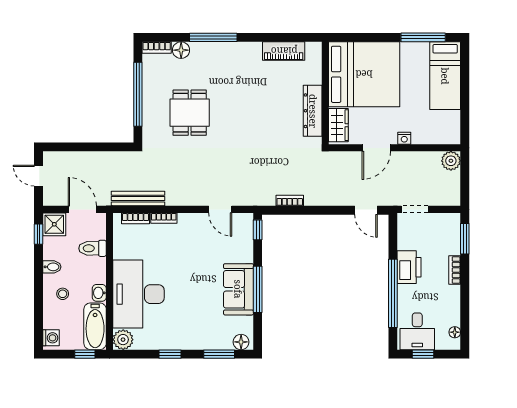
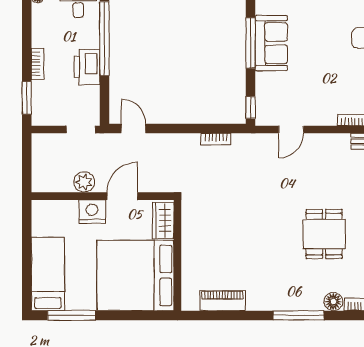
dresser: (313, 111) -> (191, 236), removed
nightstand: (404, 138) -> (92, 212), width x1.89, depth x1.79
plant: (451, 161) -> (84, 182), moved
door: (220, 209) -> (291, 129), swing flipped

